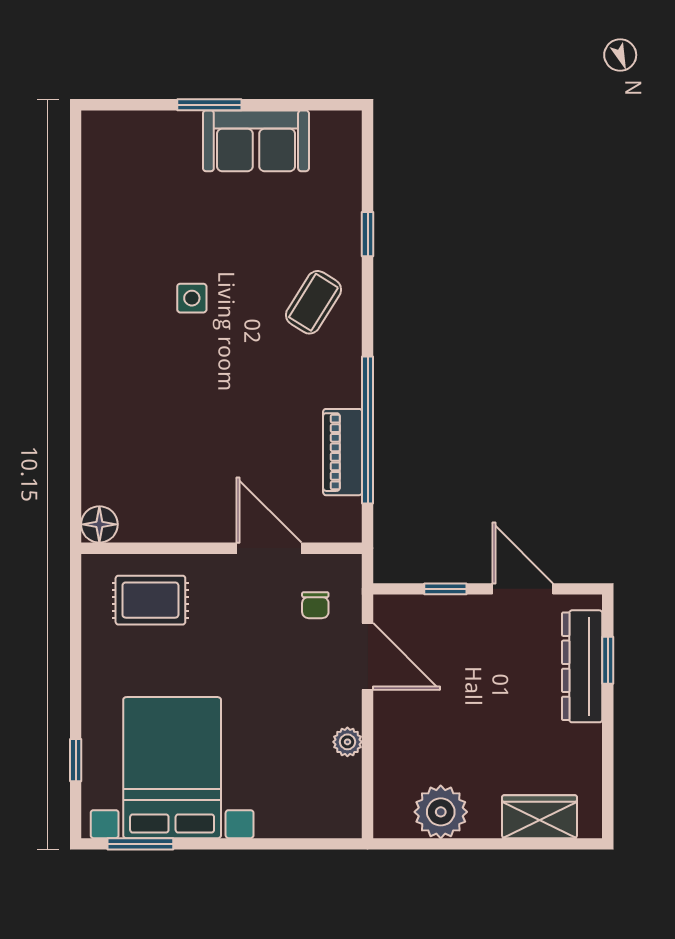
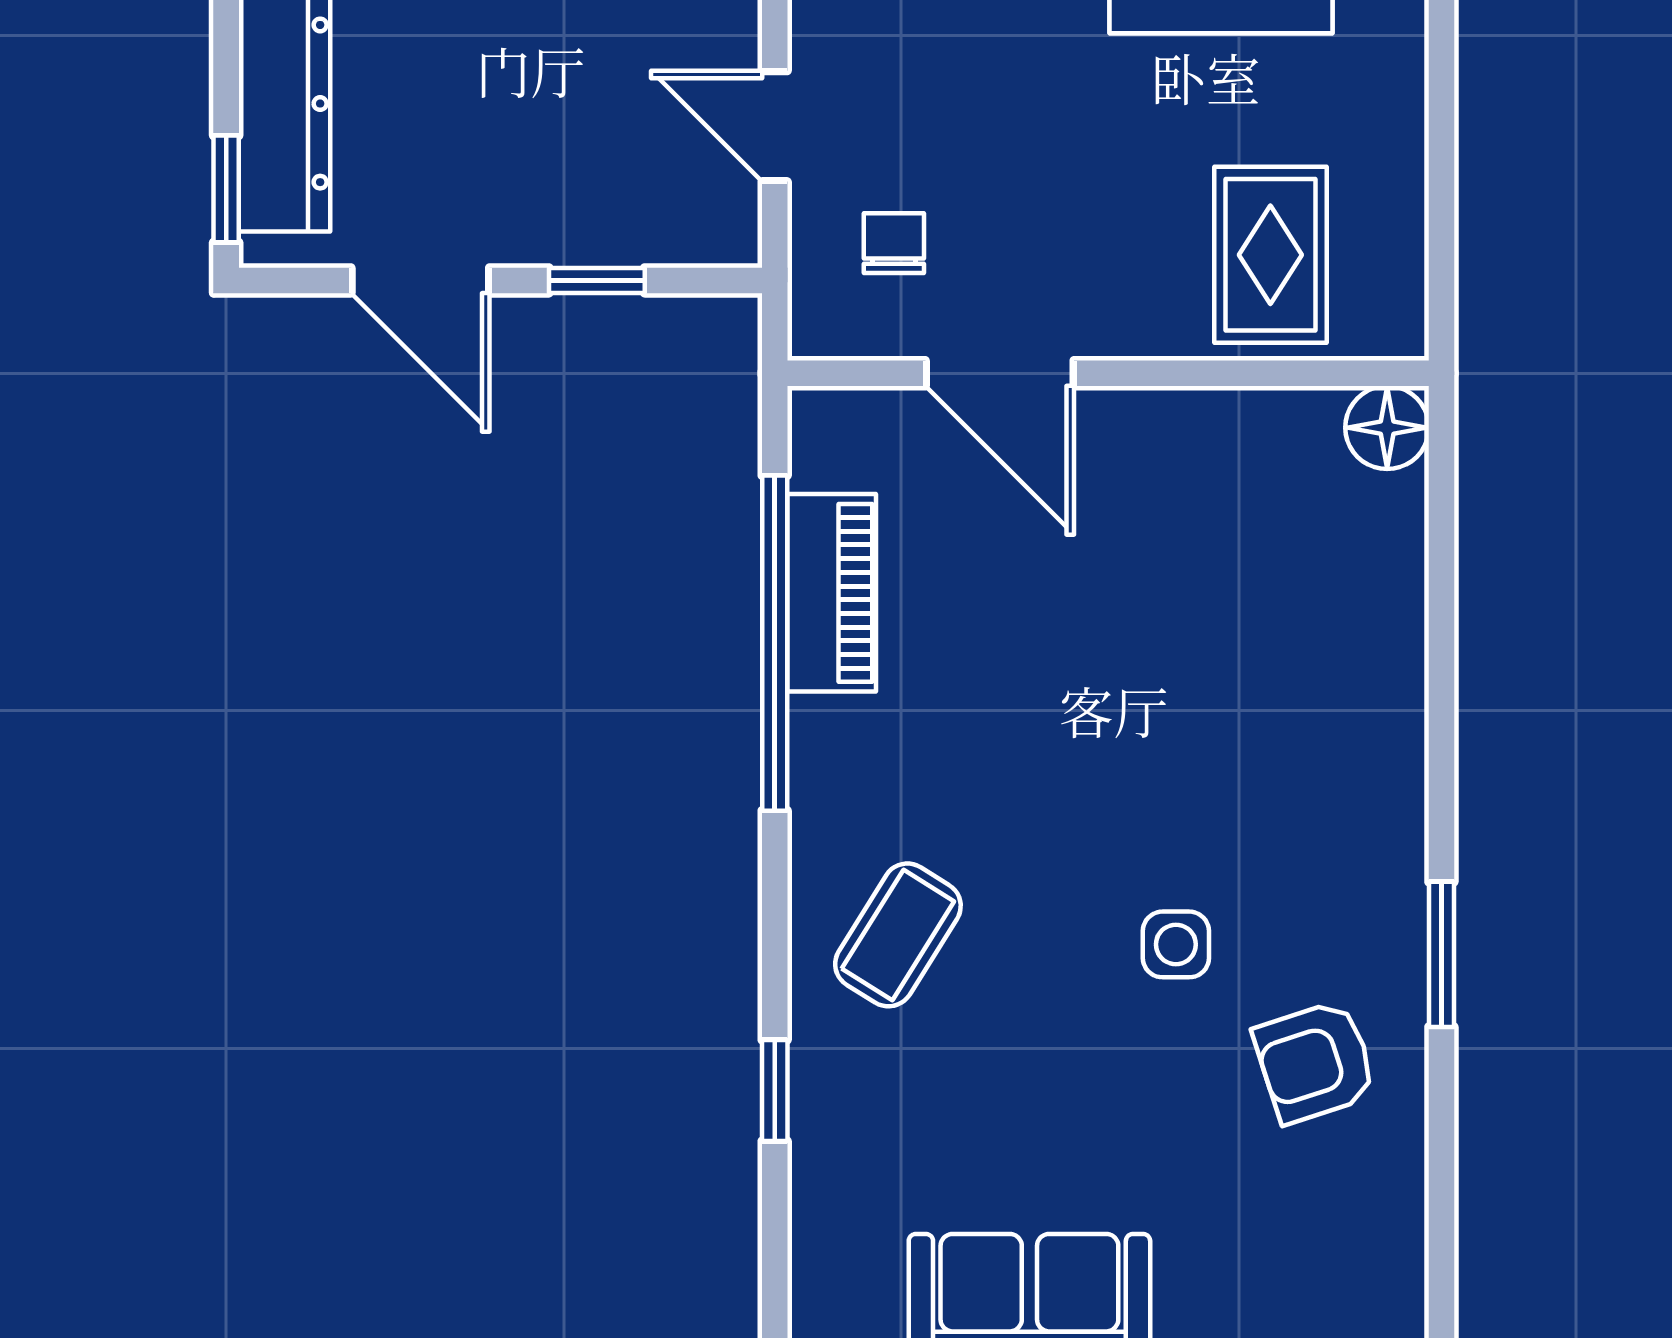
armchair: (131, 247) -> (1315, 1062), added
window: (76, 294) -> (1441, 954), added
rug: (150, 600) -> (1270, 255), turned 90
door: (368, 656) -> (775, 126), width x0.73
window: (608, 660) -> (226, 189), moved

